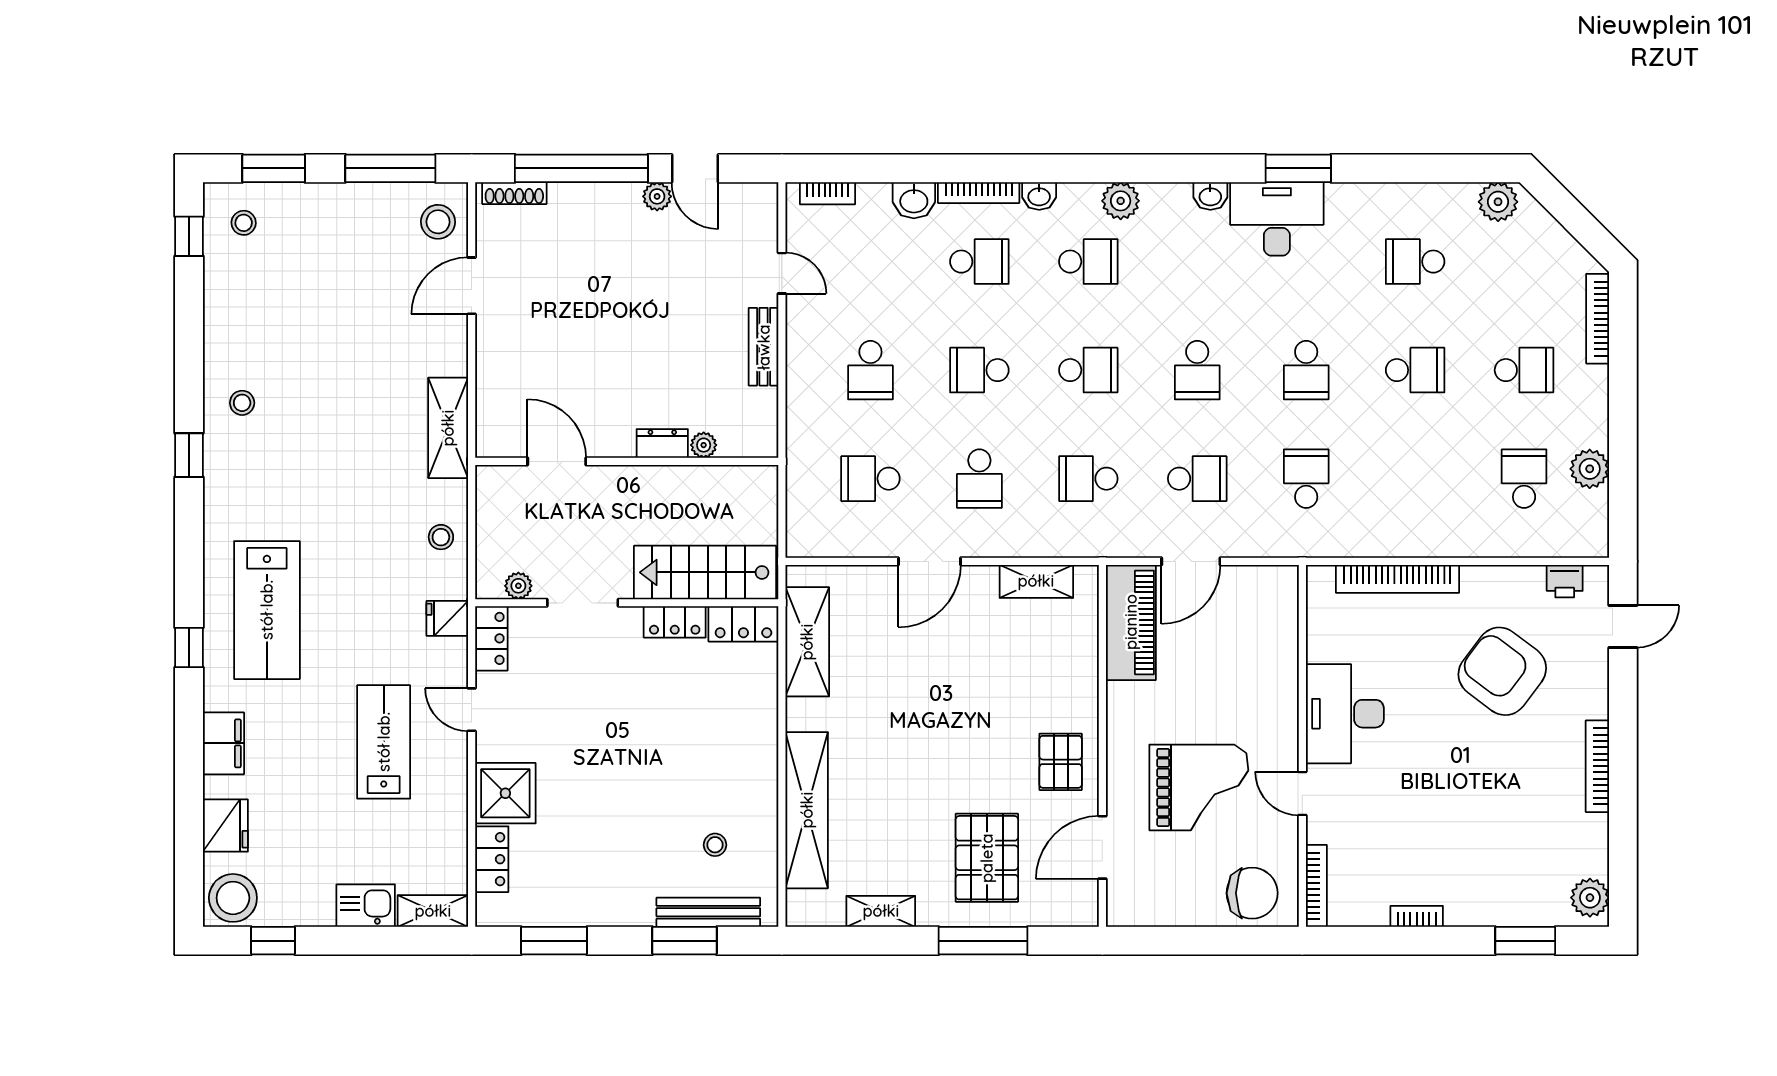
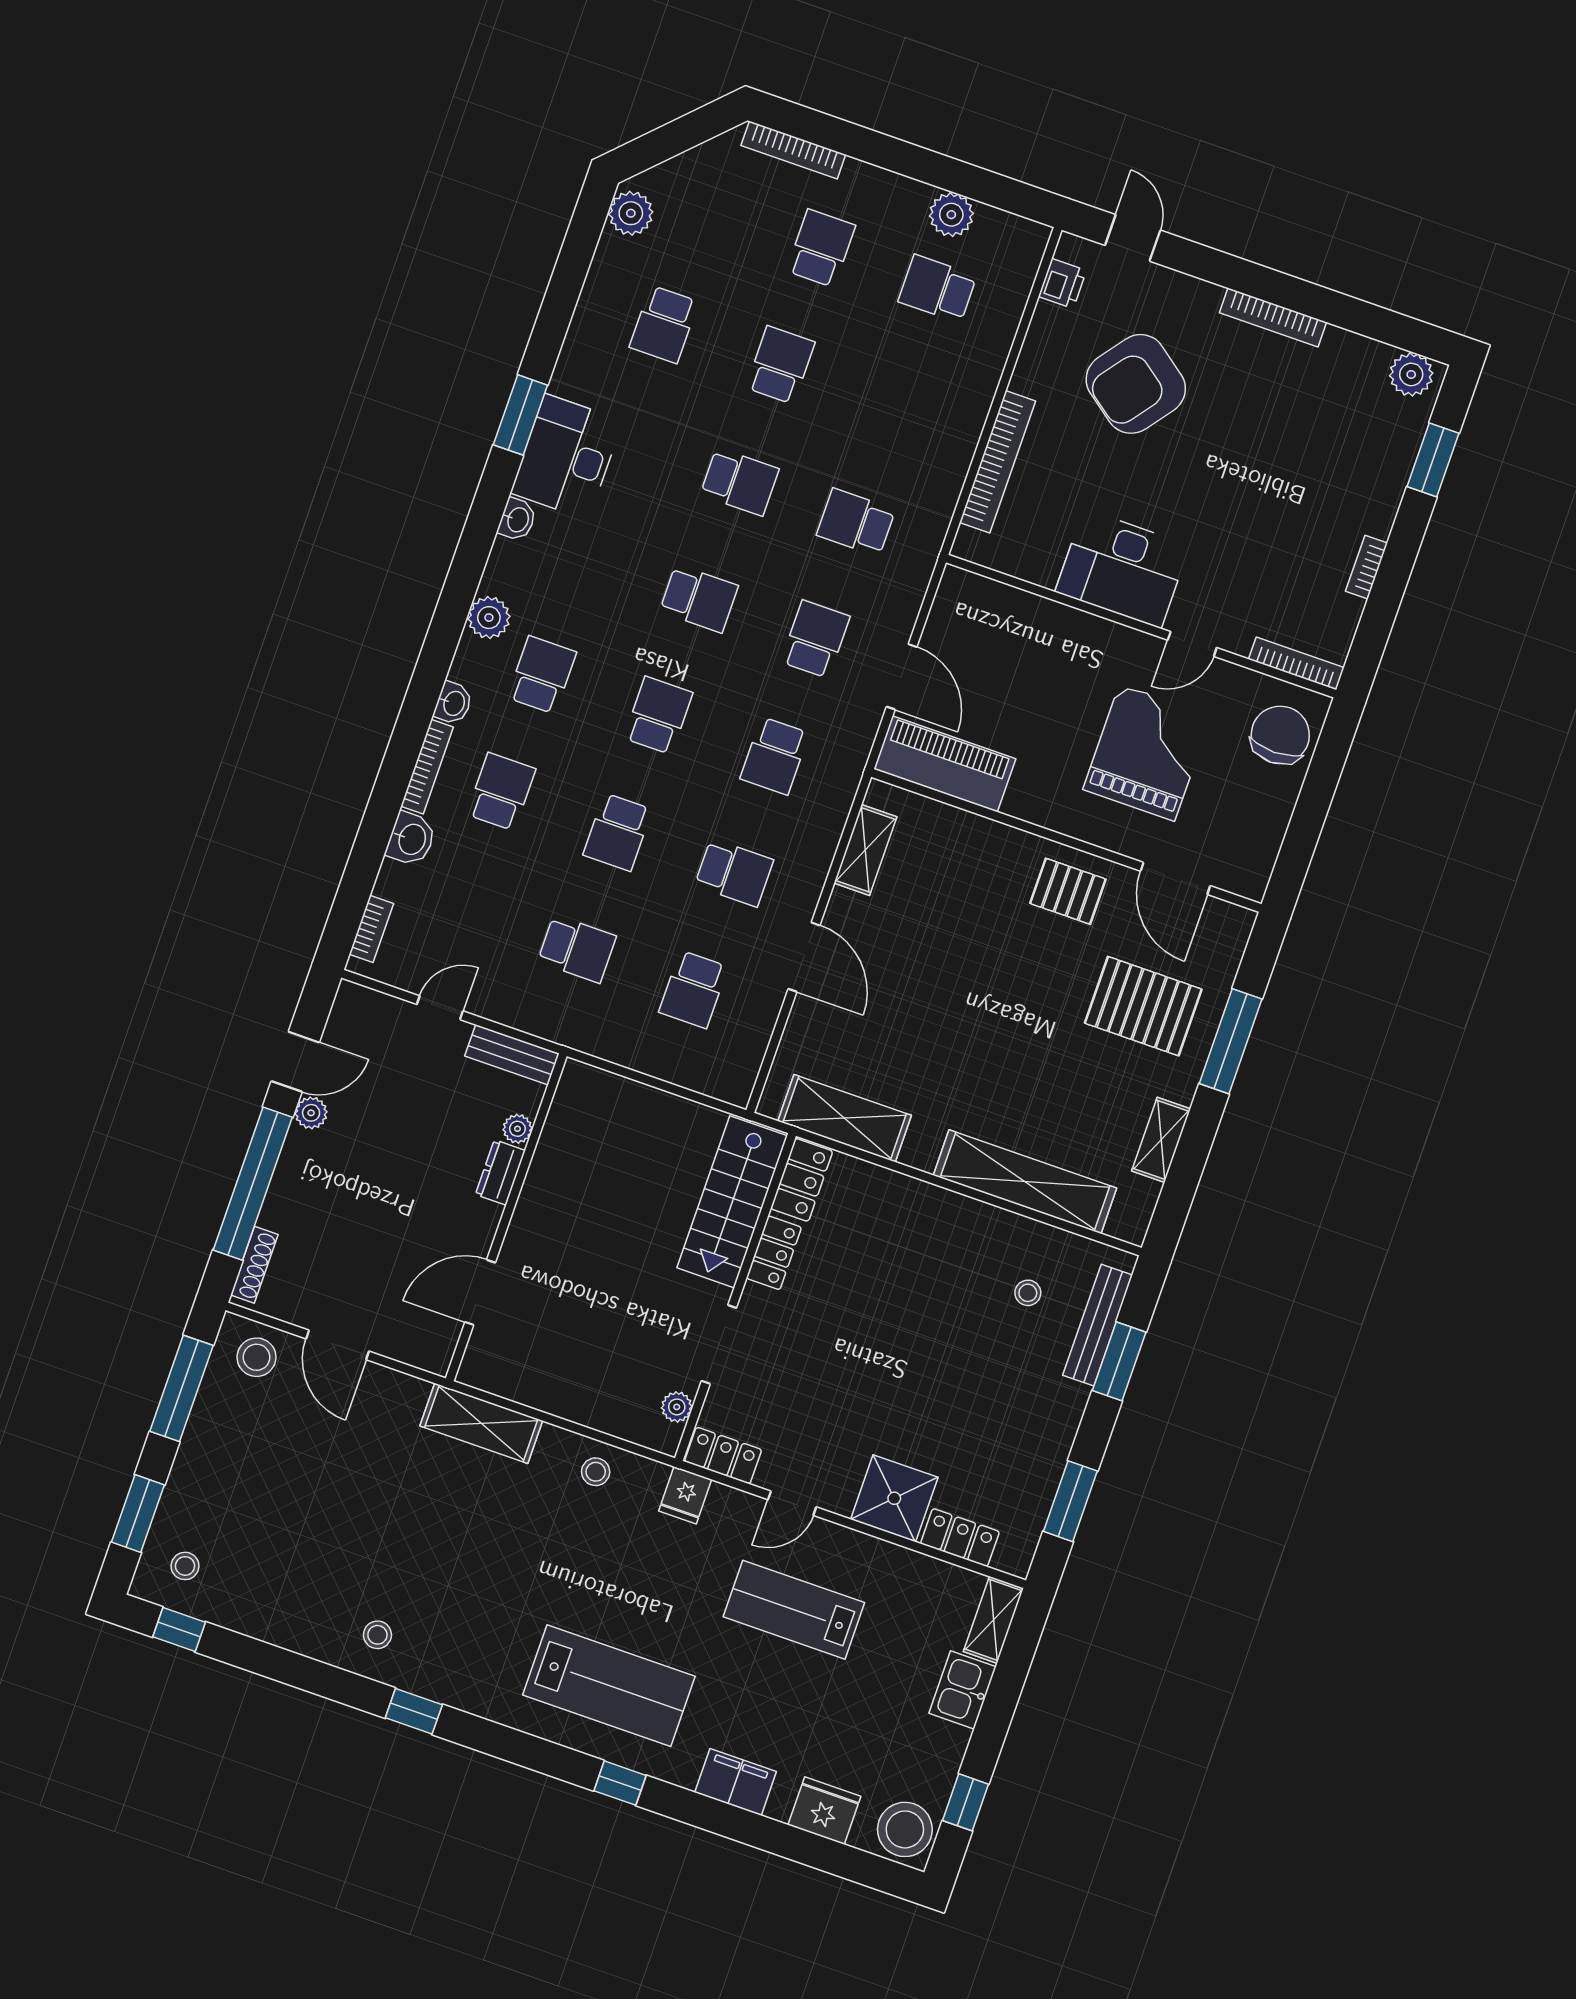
dresser: (662, 444) -> (500, 1172), moved
plant: (704, 445) -> (517, 1129), moved
door: (557, 461) -> (480, 1292), moved
wall: (627, 461) -> (506, 1217), moved

